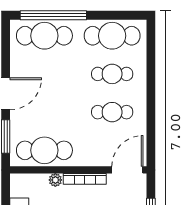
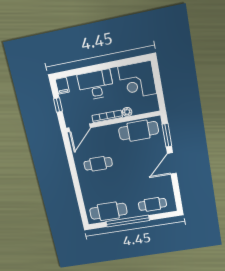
window: (53, 15) -> (128, 221), moved
cafe table: (44, 36) -> (152, 204), width x0.73, depth x0.74
cafe table: (112, 74) -> (103, 188), removed

